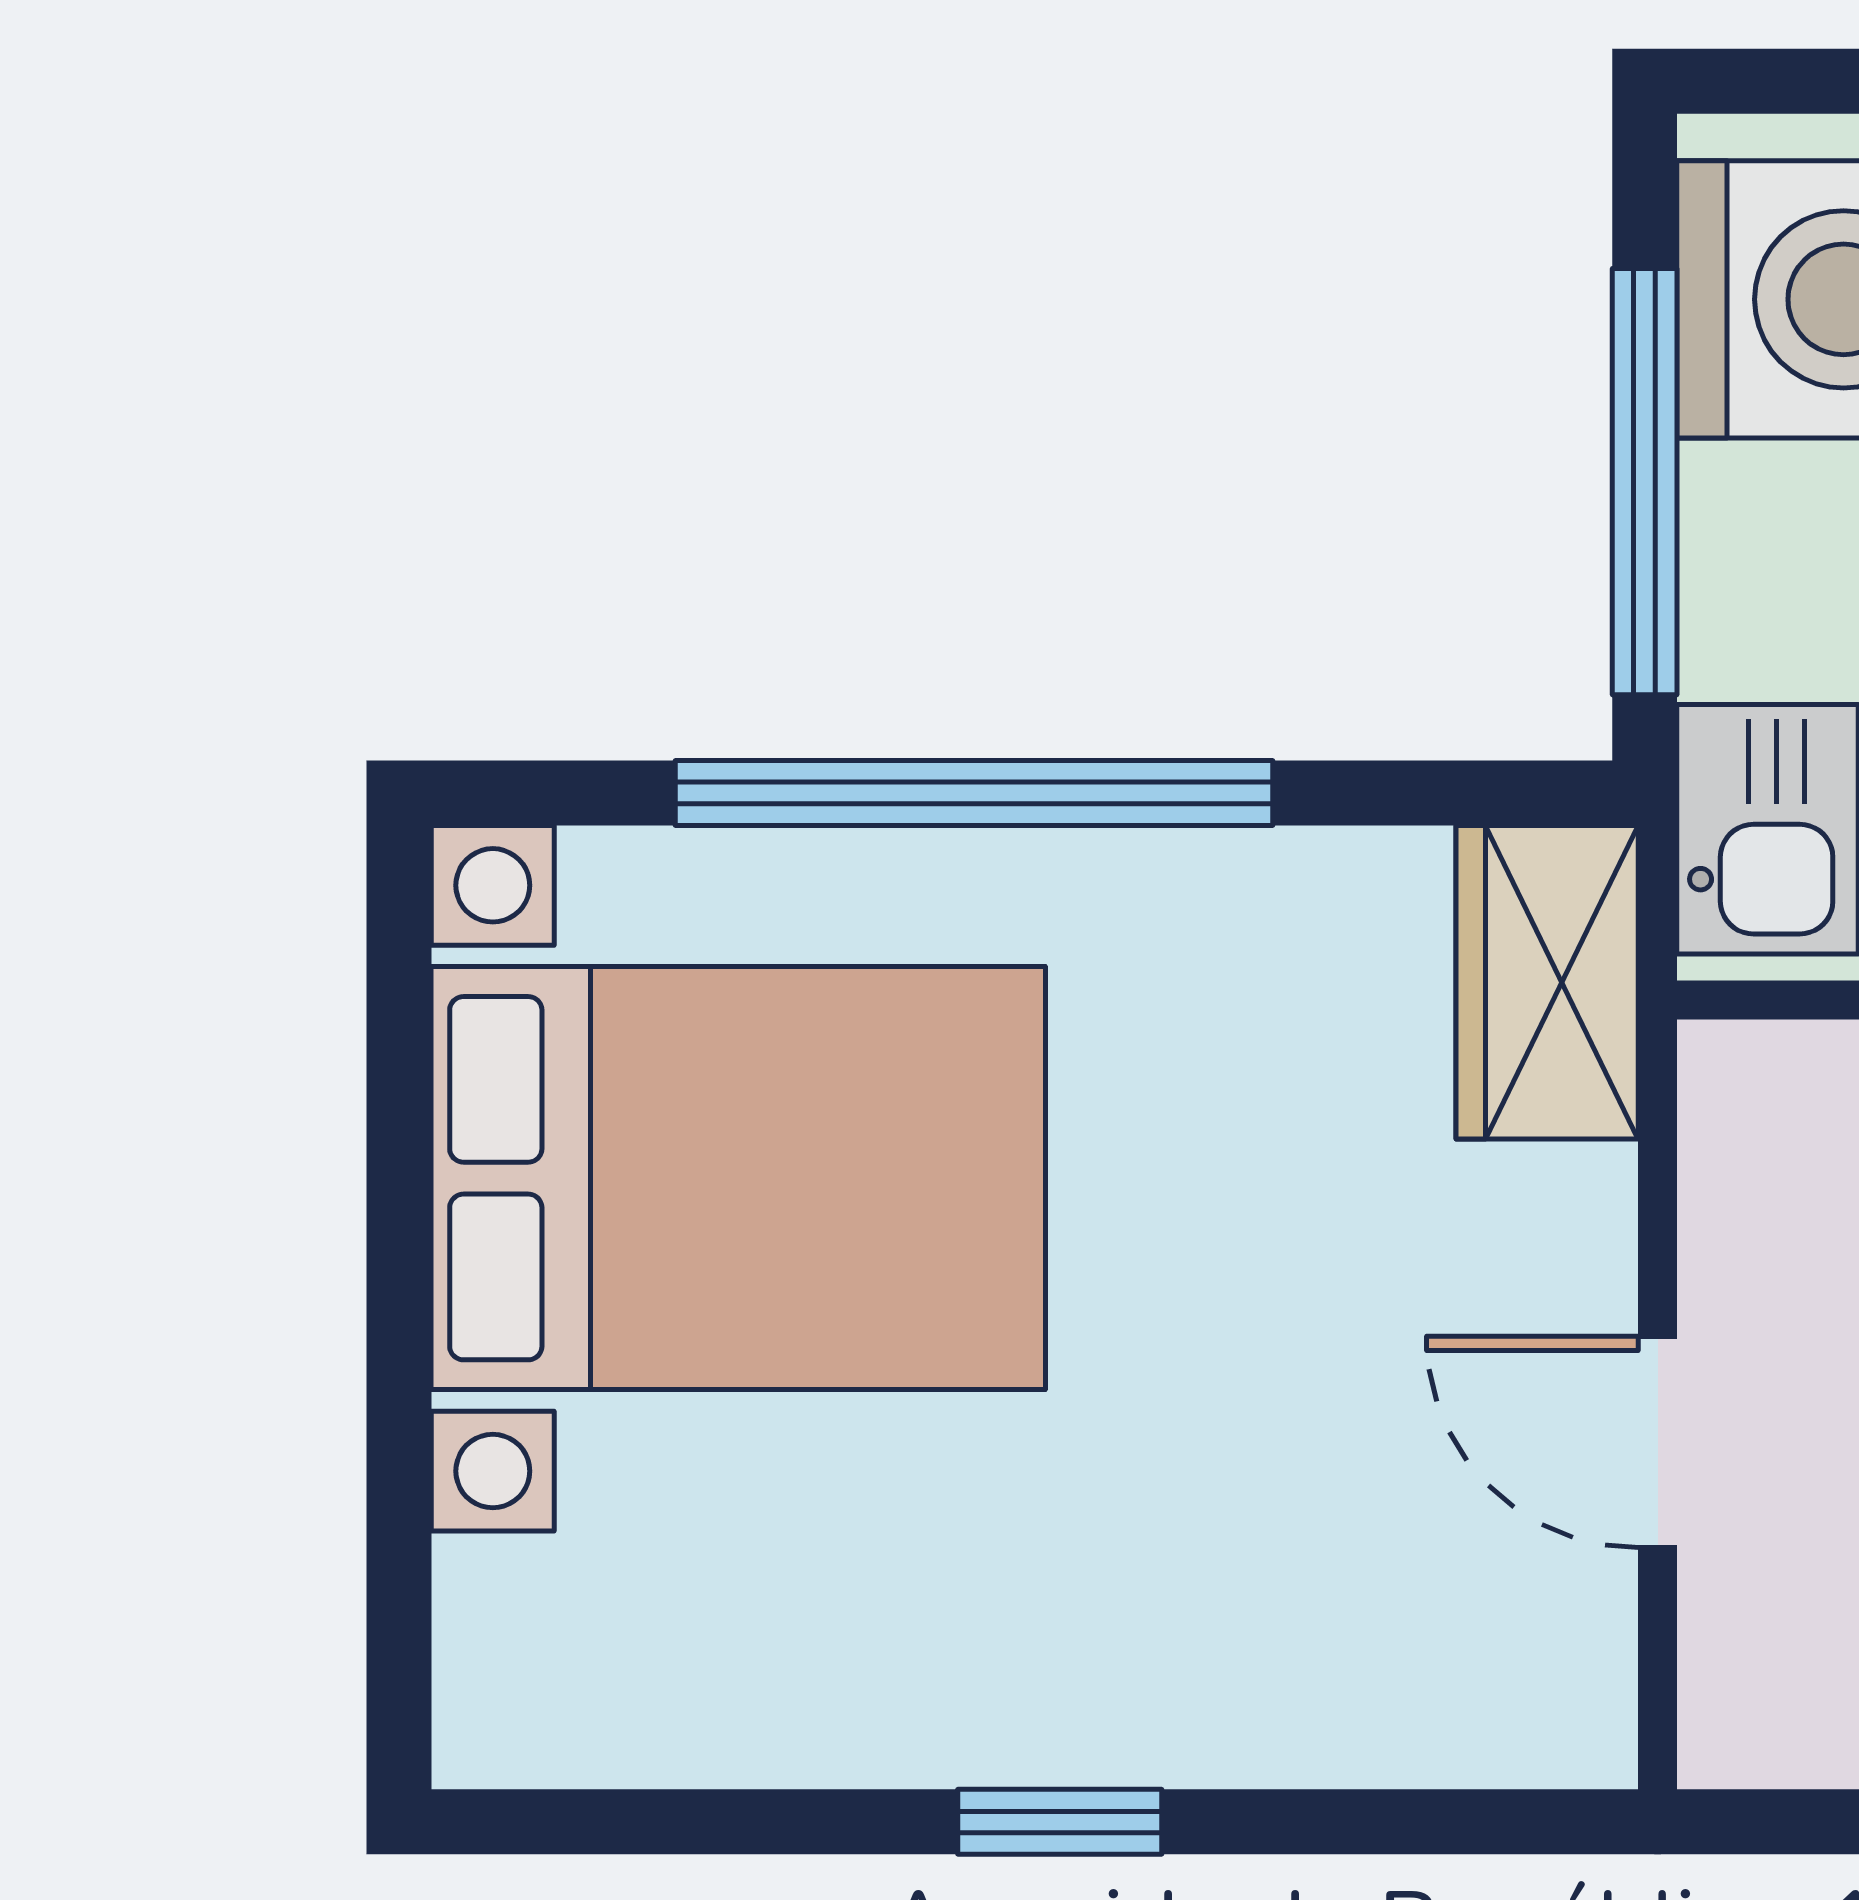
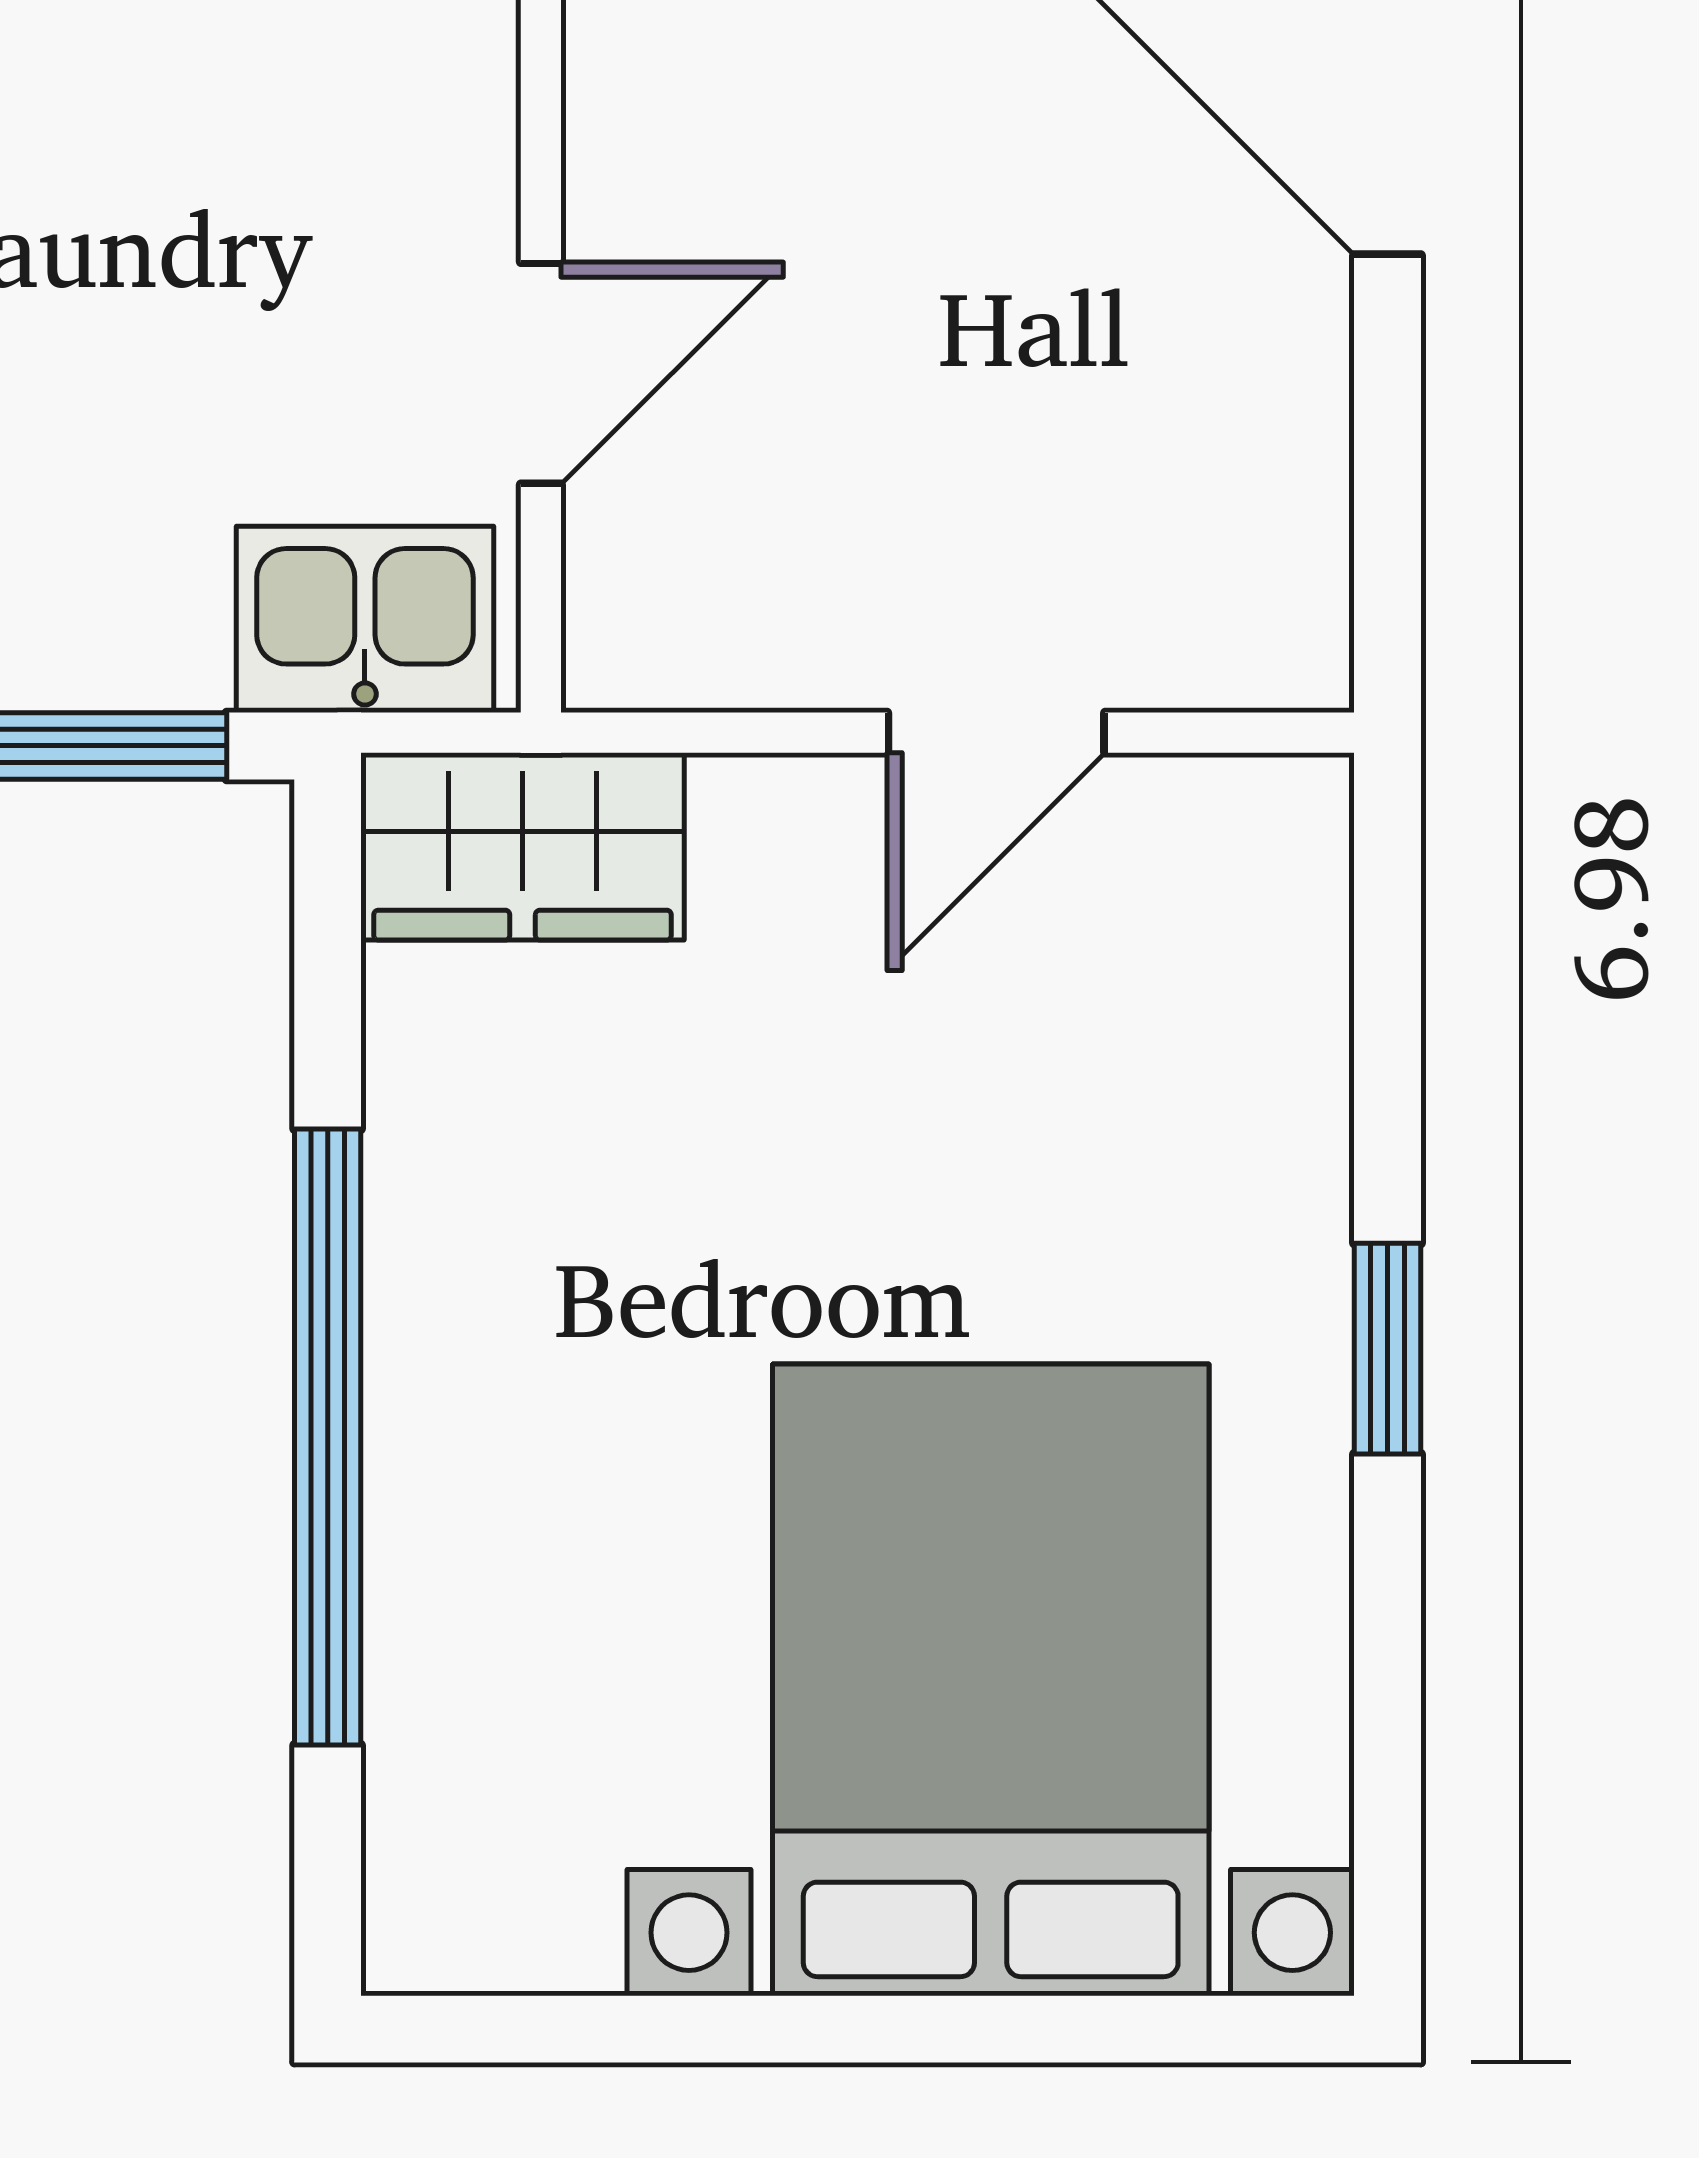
bed with nightstands: (738, 1178) -> (991, 1680), moved

